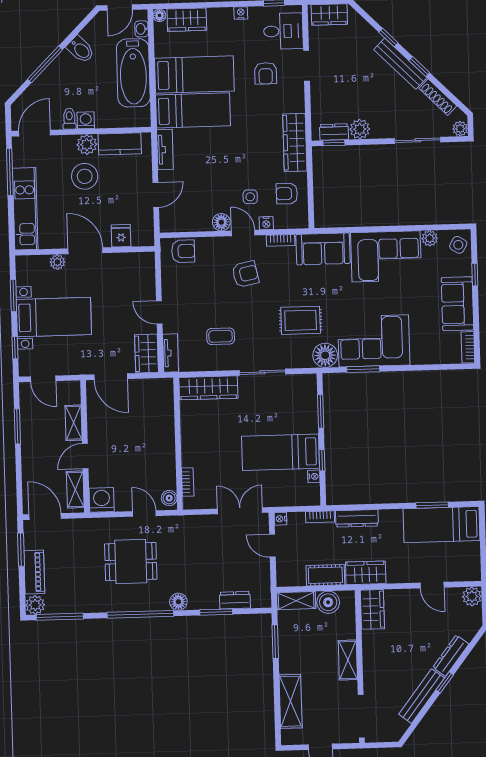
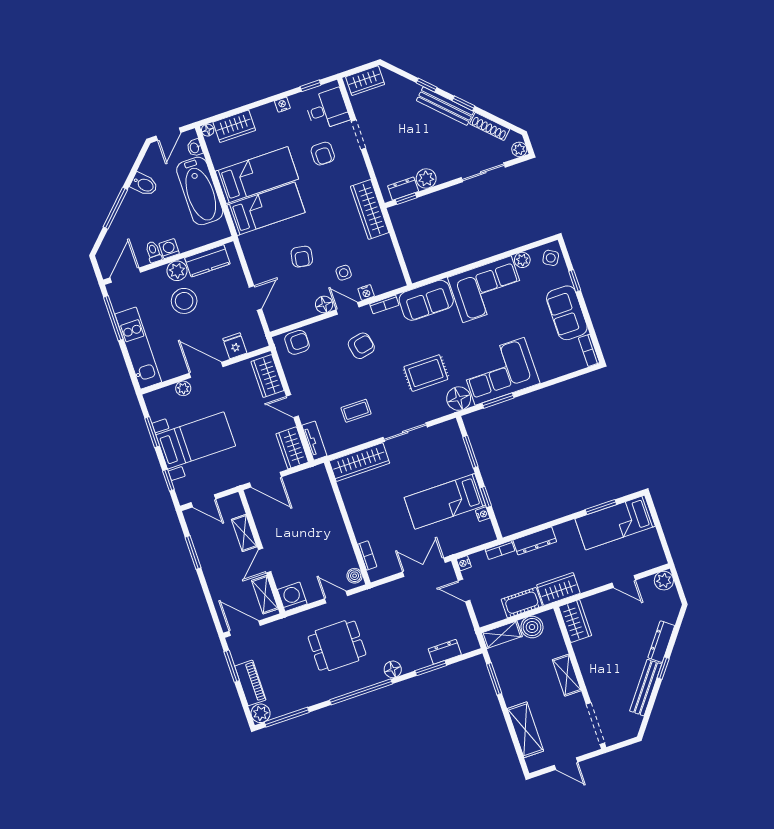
tv unit: (165, 150) -> (251, 253), removed
armchair: (287, 194) -> (302, 257), moved, turned -80
wardrobe: (144, 275) -> (267, 376), added

